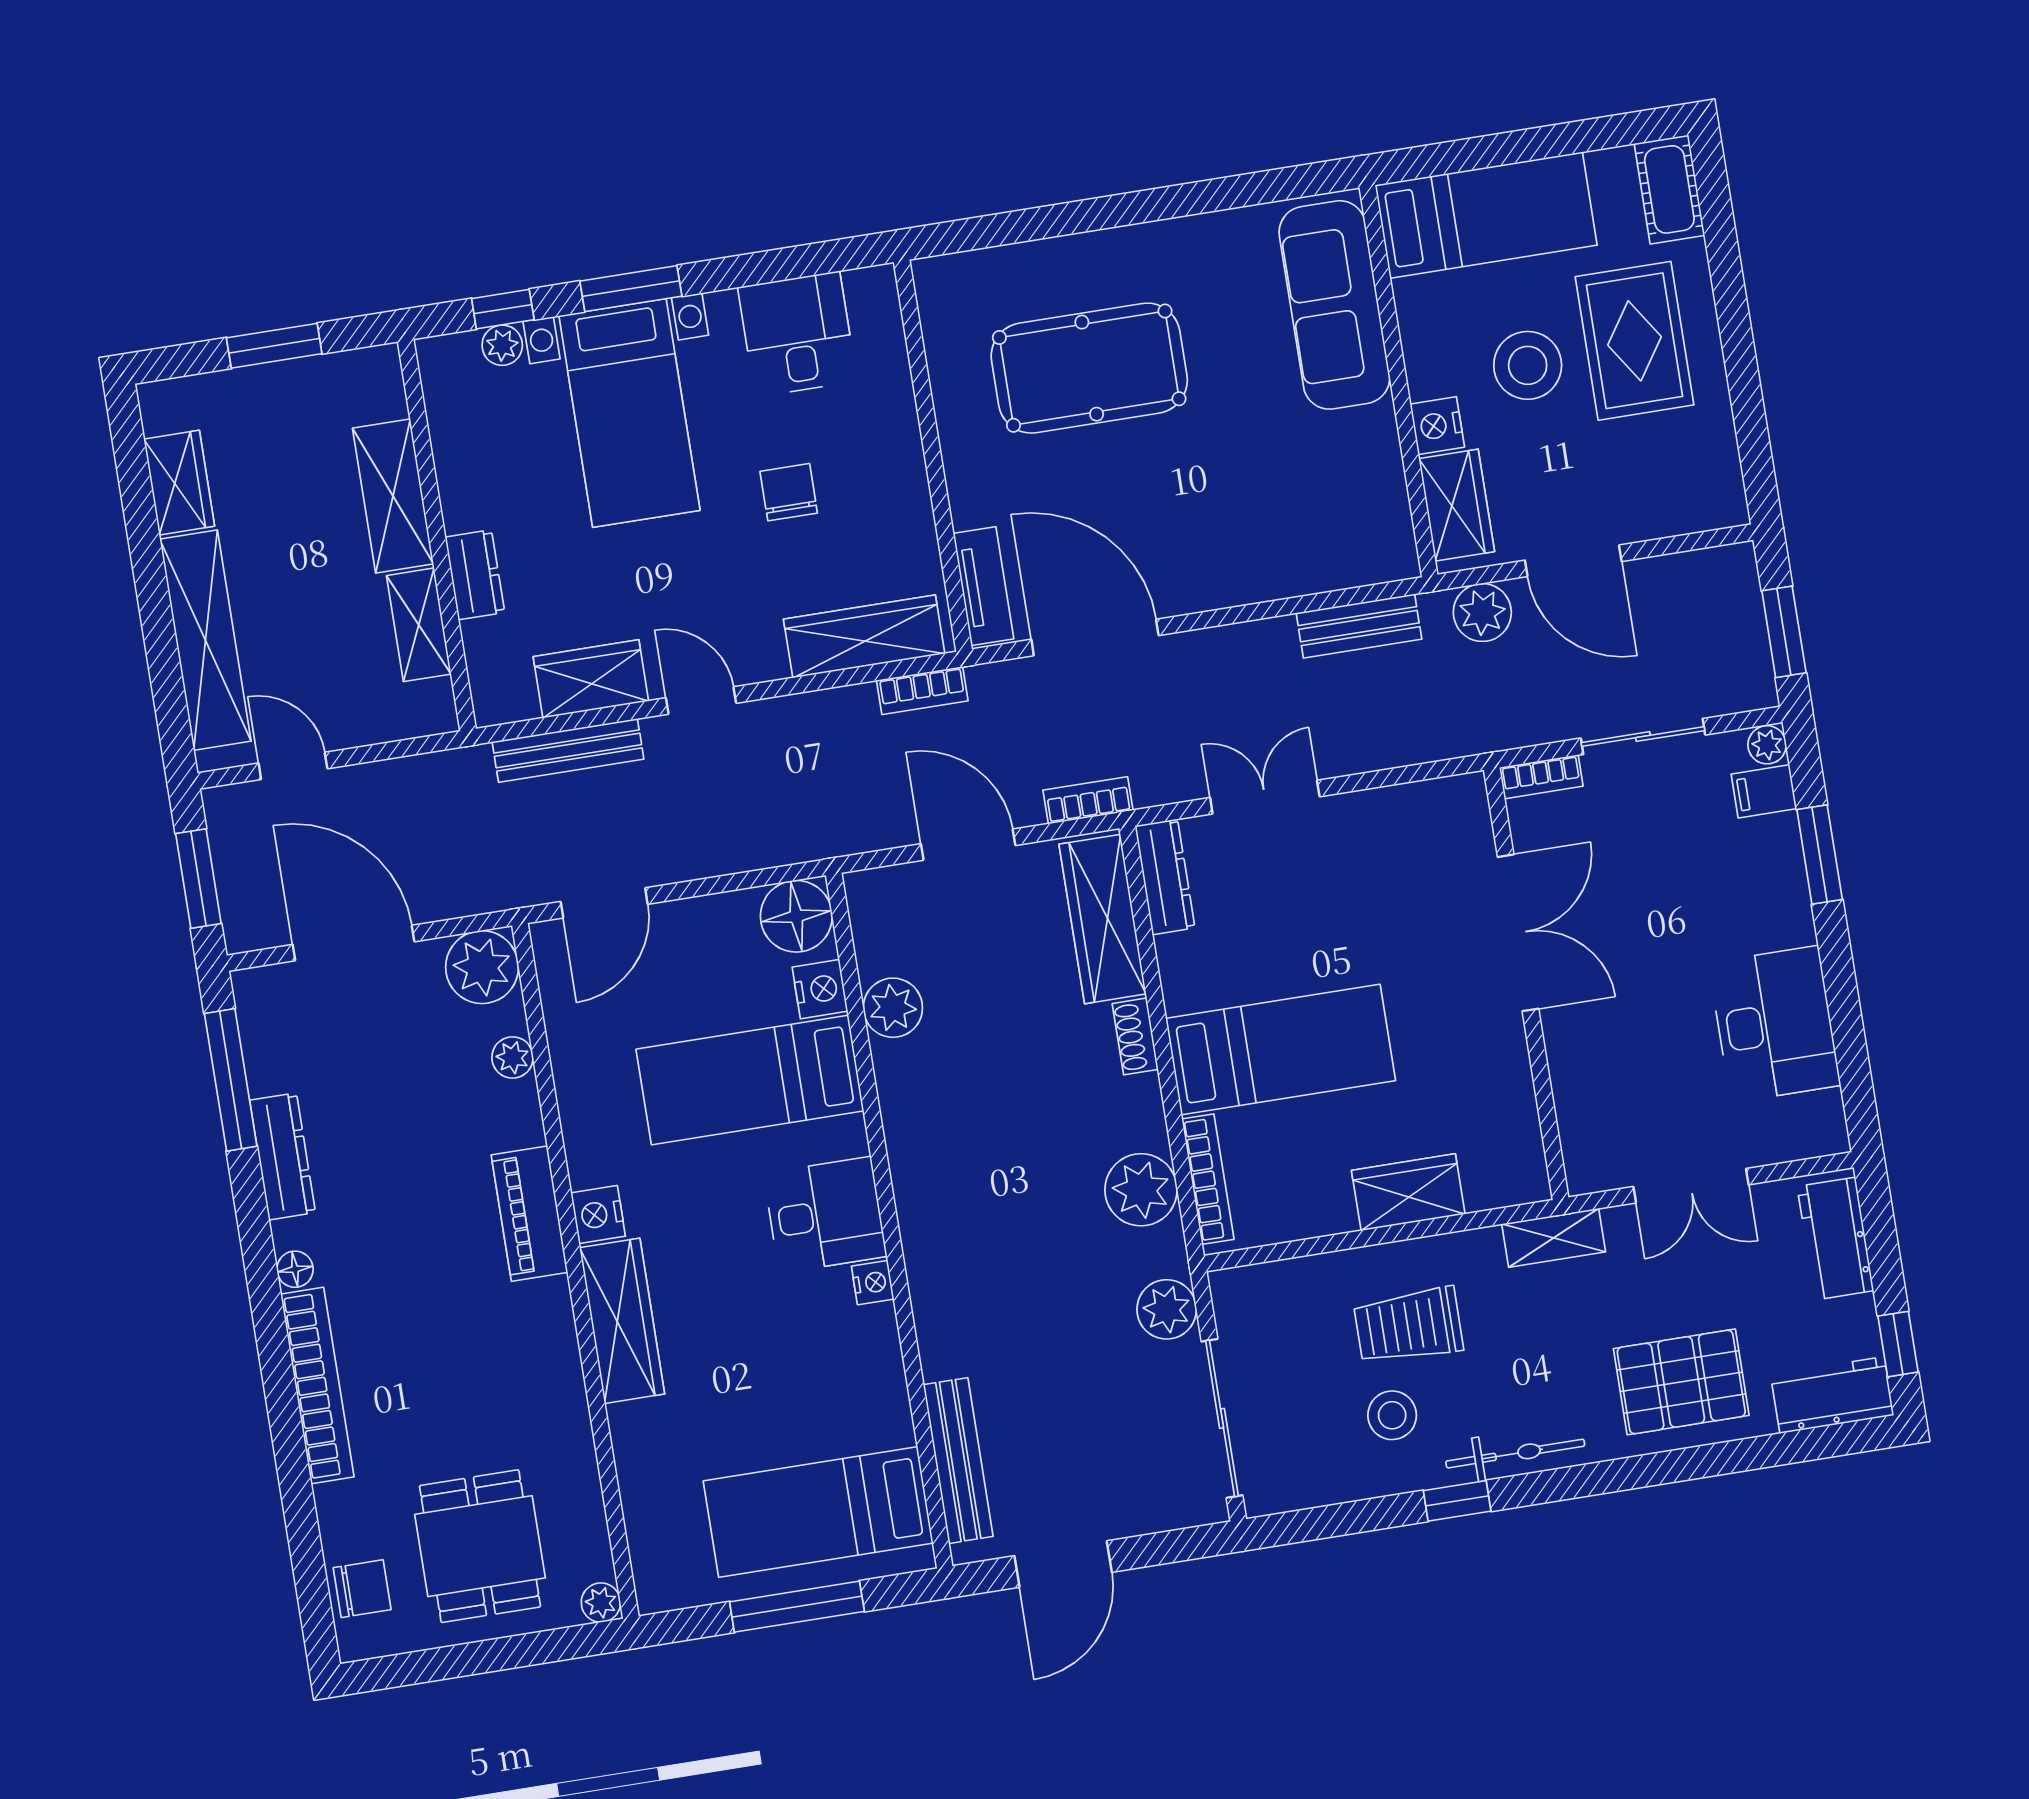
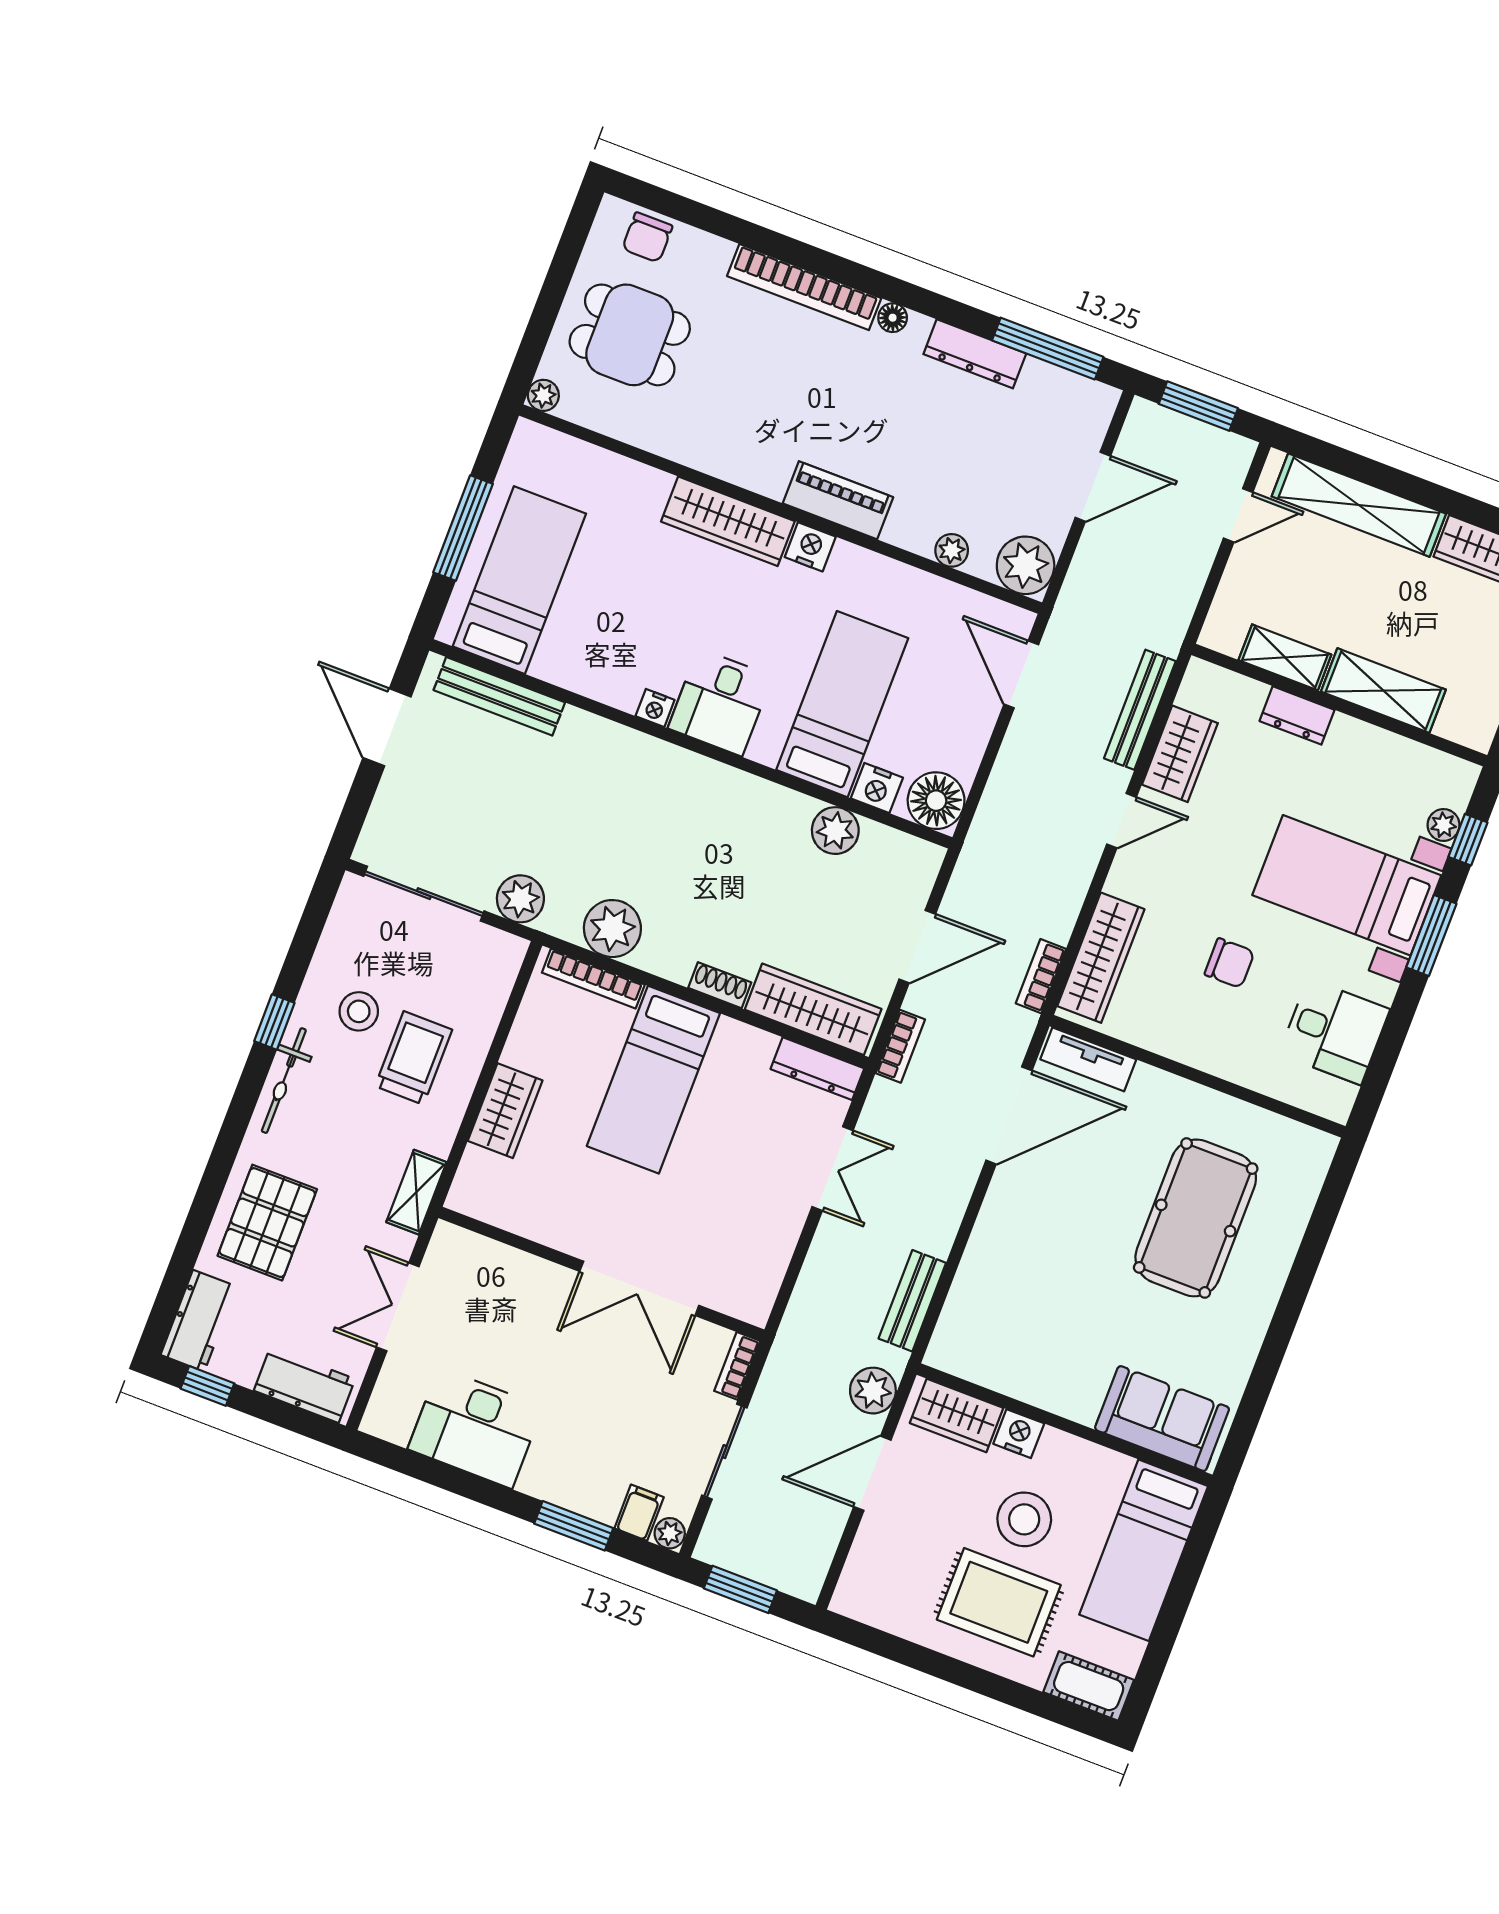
sofa: (1334, 305) -> (1162, 1419), width x0.73
door: (354, 943) -> (1093, 487), width x0.73

